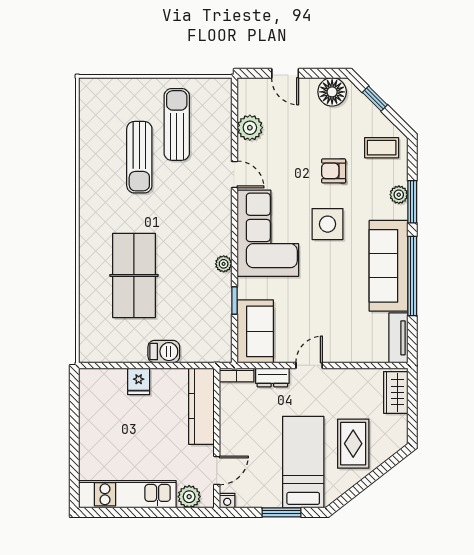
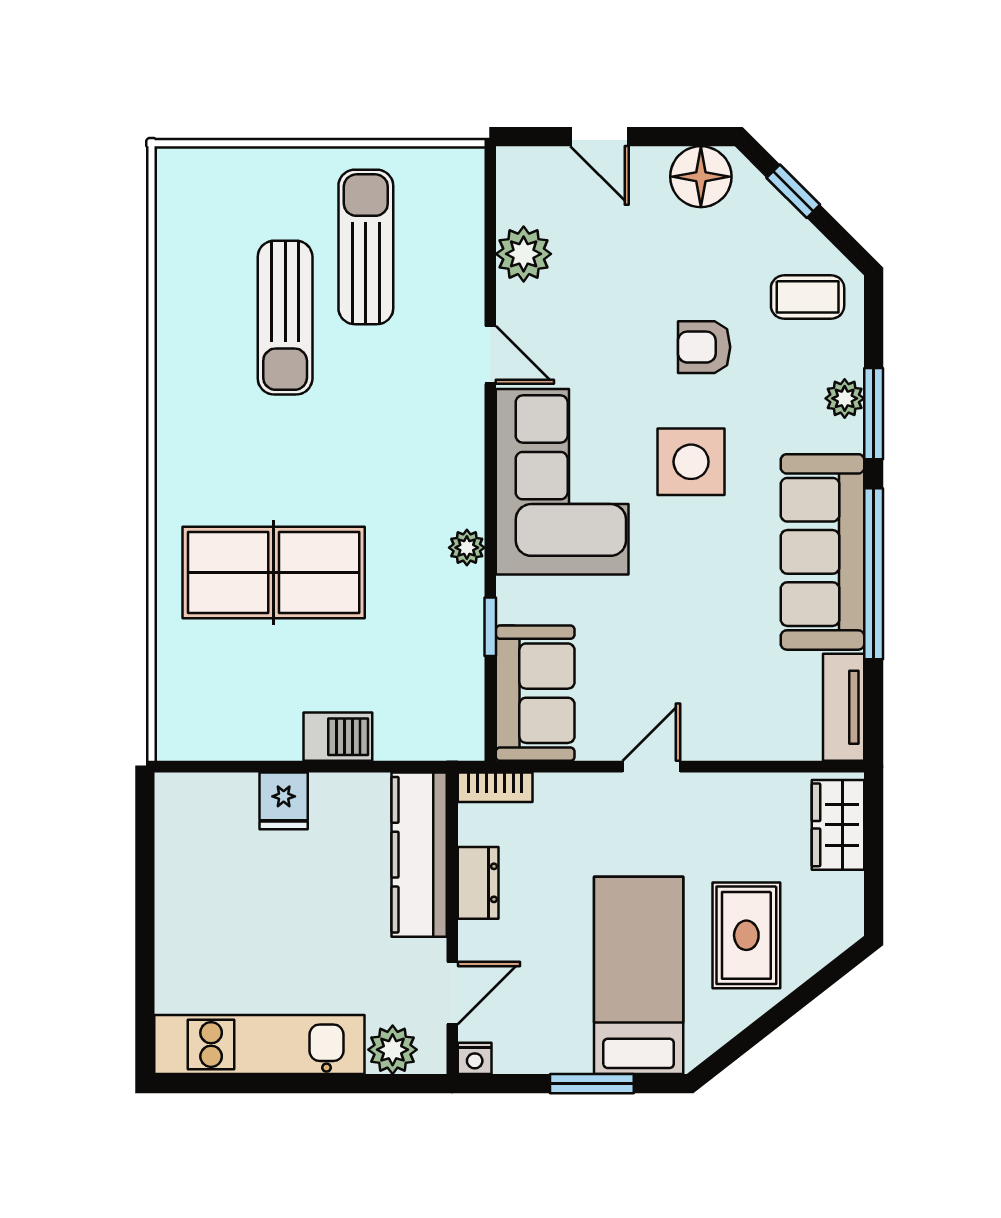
table tennis table: (134, 275) -> (274, 573), turned 90
dresser: (272, 377) -> (478, 883), moved, turned -90

